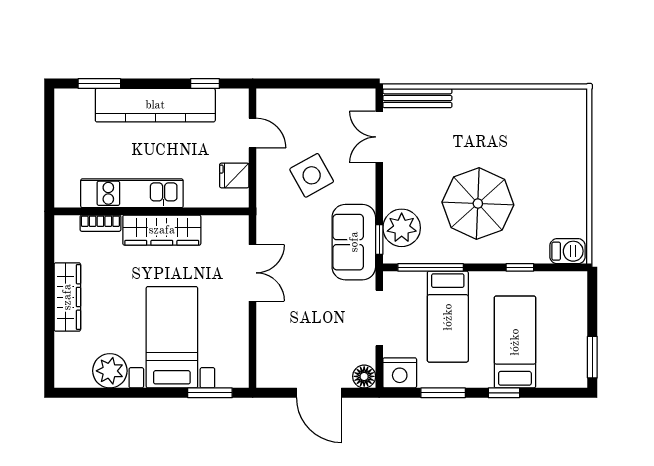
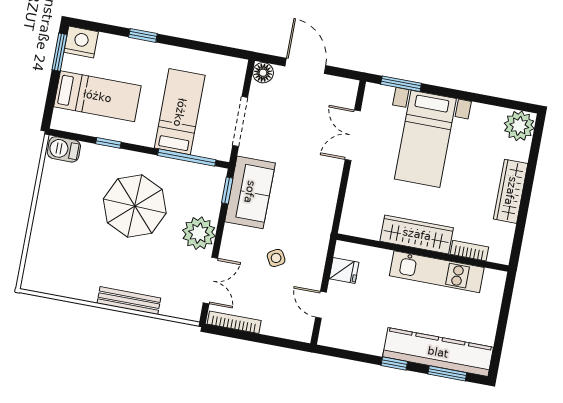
window: (205, 84) -> (394, 363), moved
bookcase: (345, 96) -> (234, 322), added
bench: (417, 98) -> (129, 301), moved
kitchen counter: (155, 105) -> (438, 352), moved
side table: (312, 175) -> (276, 258), width x0.54, depth x0.54
plant: (402, 228) -> (199, 233), moved
double door: (253, 273) -> (353, 135), moved
bed: (515, 342) -> (97, 96), moved, turned -90
plant: (110, 371) -> (519, 126), moved
nightstand: (400, 373) -> (81, 42), moved
window: (443, 393) -> (196, 45), removed

